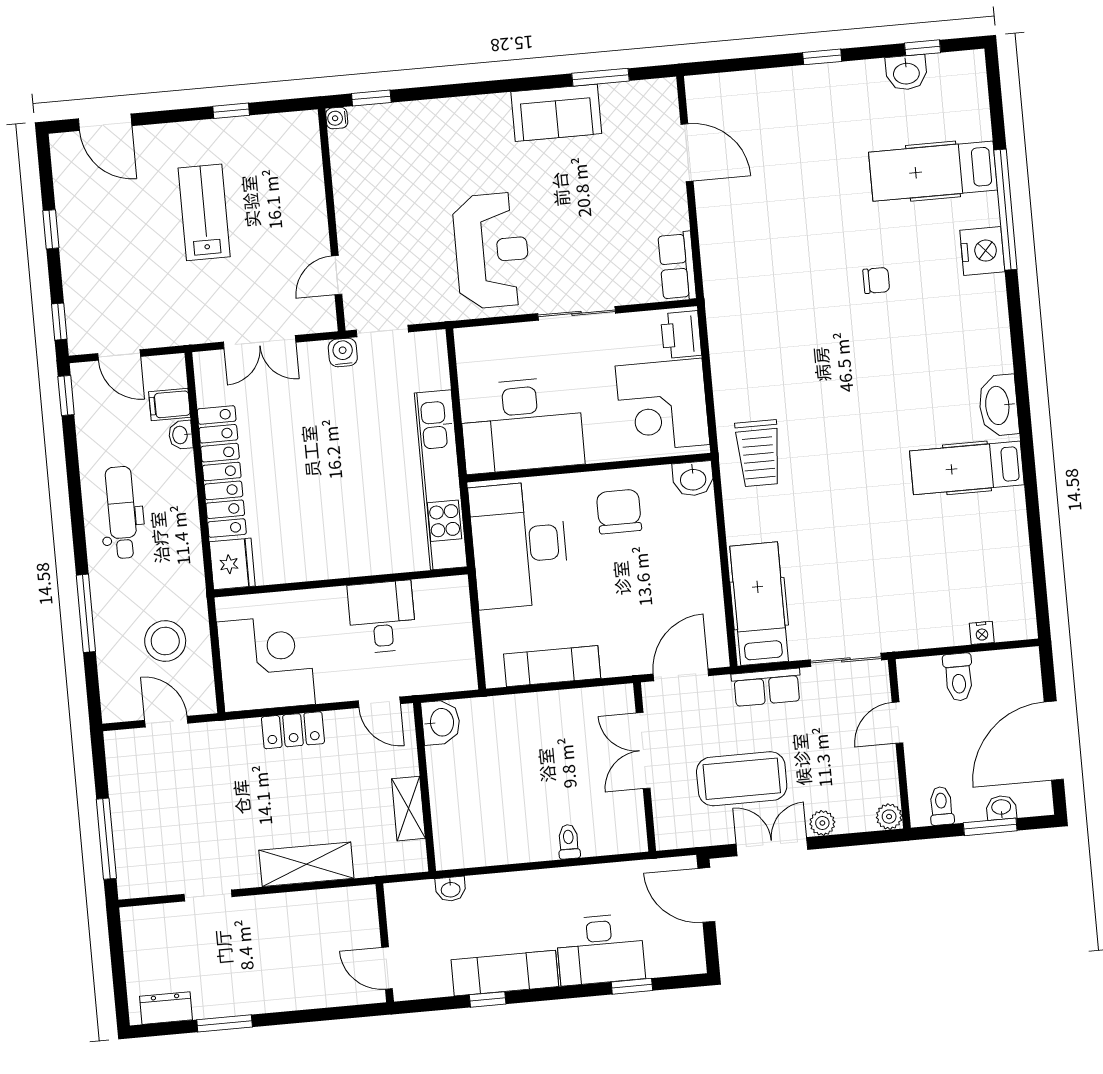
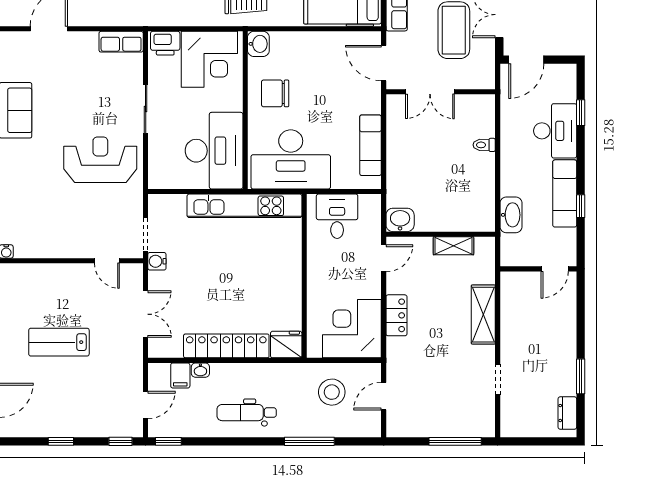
desk: (382, 617) -> (337, 216), moved, turned 90
washbasin: (451, 889) -> (511, 215), width x1.91, depth x1.45

